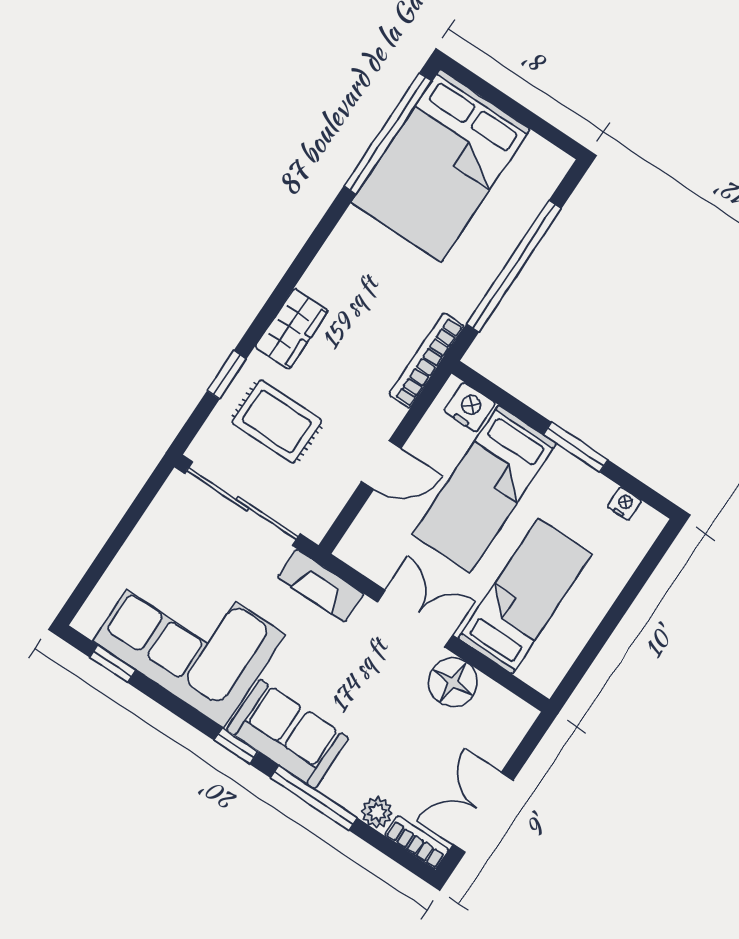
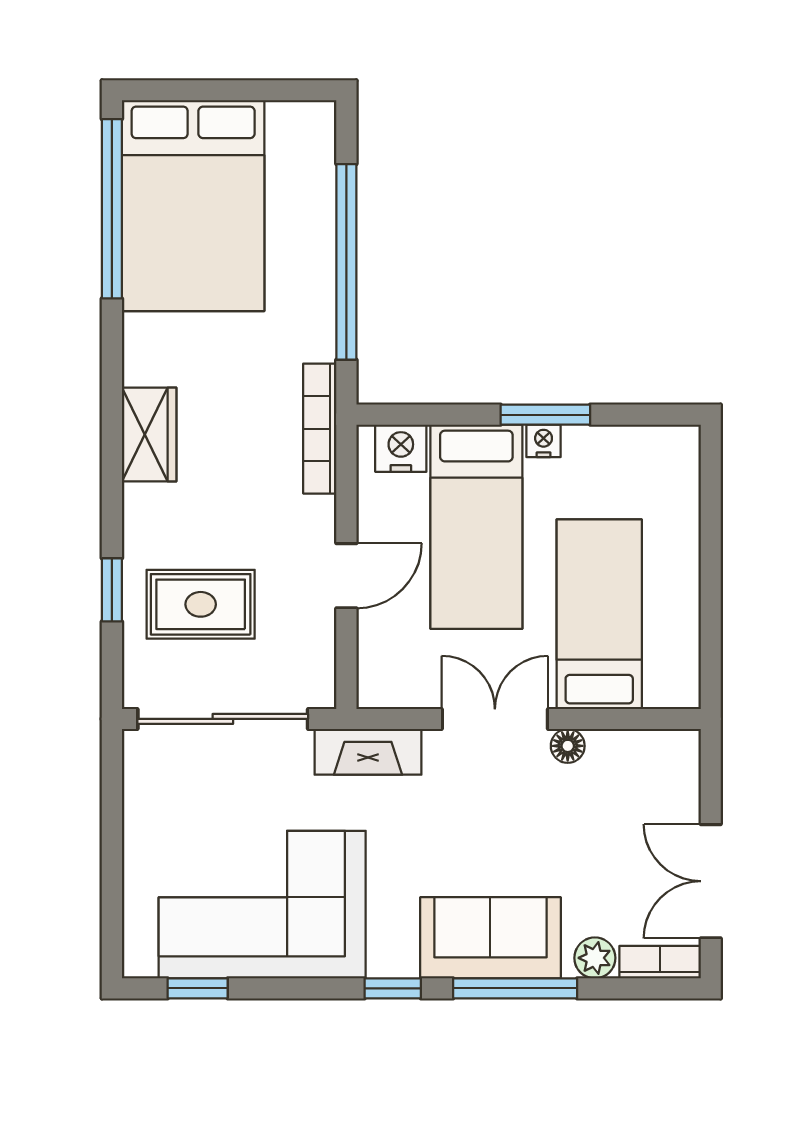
wardrobe: (292, 329) -> (149, 435), moved
nightstand: (624, 504) -> (544, 441), moved
floor lamp: (453, 682) -> (568, 746), width x0.53, depth x0.53
sofa: (288, 734) -> (490, 938), moved

